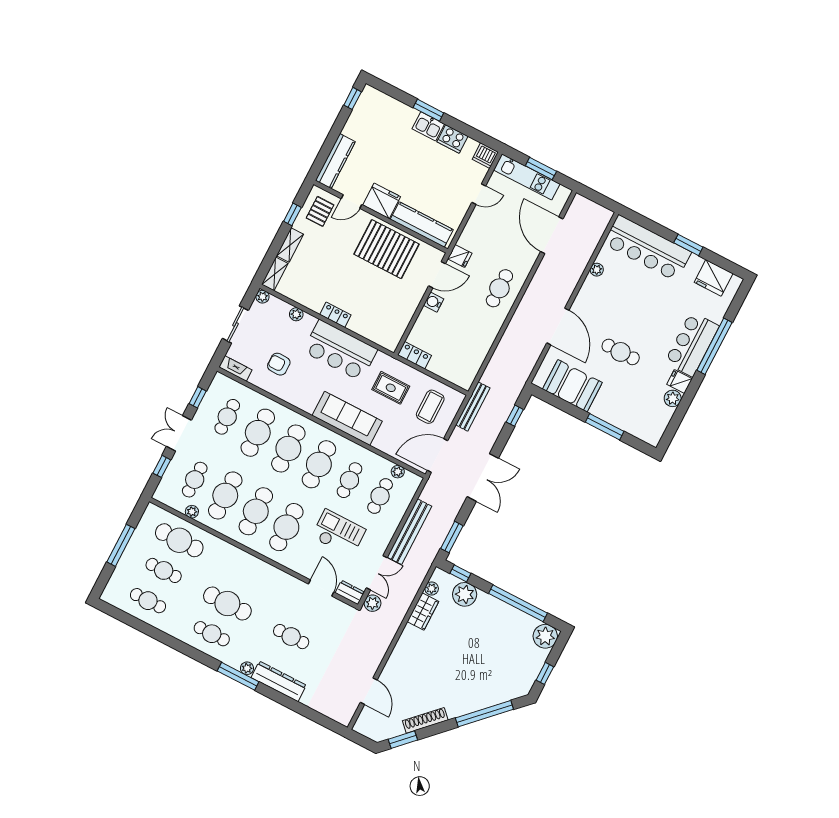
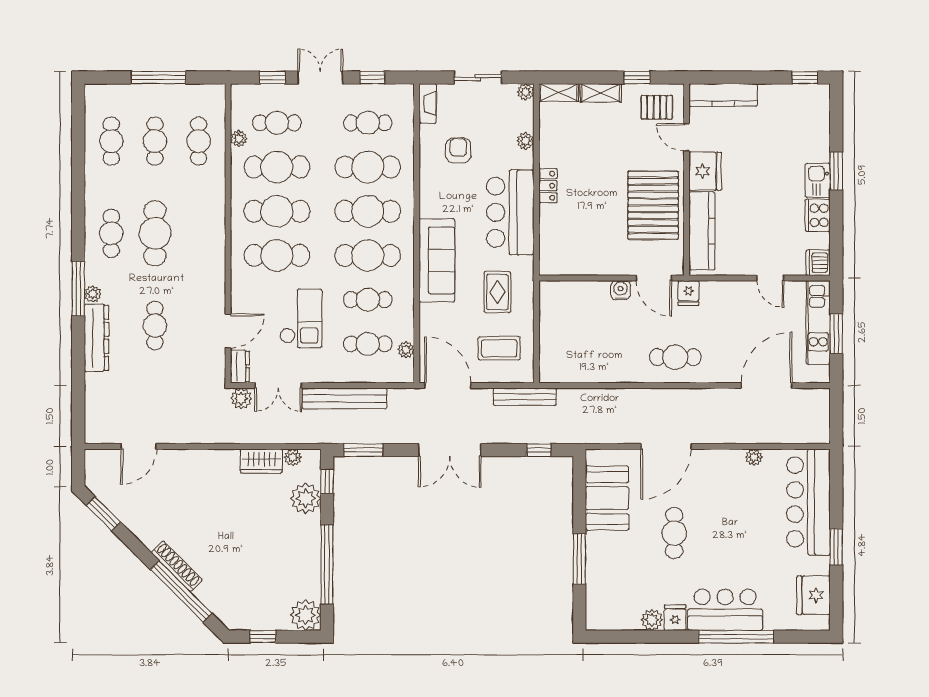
locker: (415, 355) -> (549, 300), removed
cafe table: (179, 540) -> (199, 141), width x0.73, depth x0.74
shoe rack: (425, 720) -> (177, 566), moved

